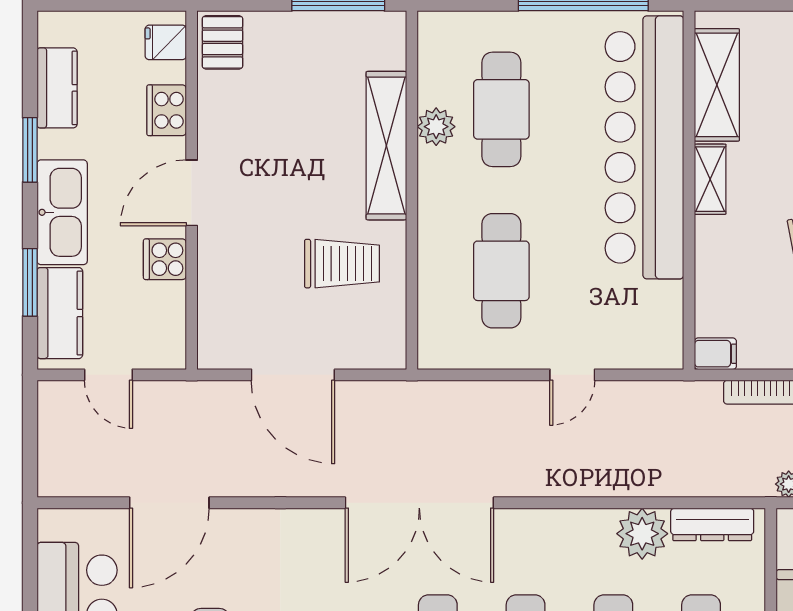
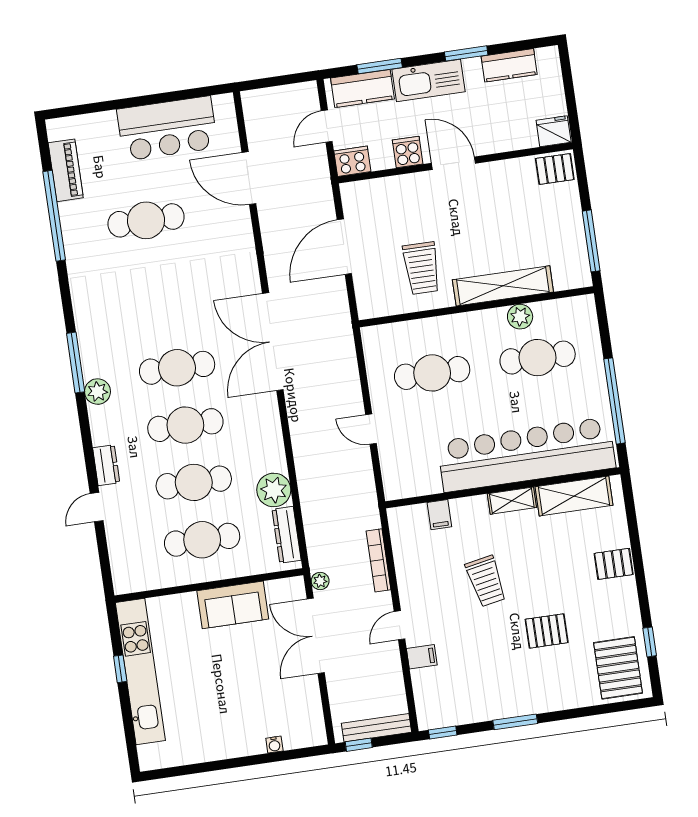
fridge: (166, 42) -> (554, 131), width x1.38
cooker: (167, 110) -> (352, 161), moved
filing cabinet: (715, 354) -> (439, 515), moved

